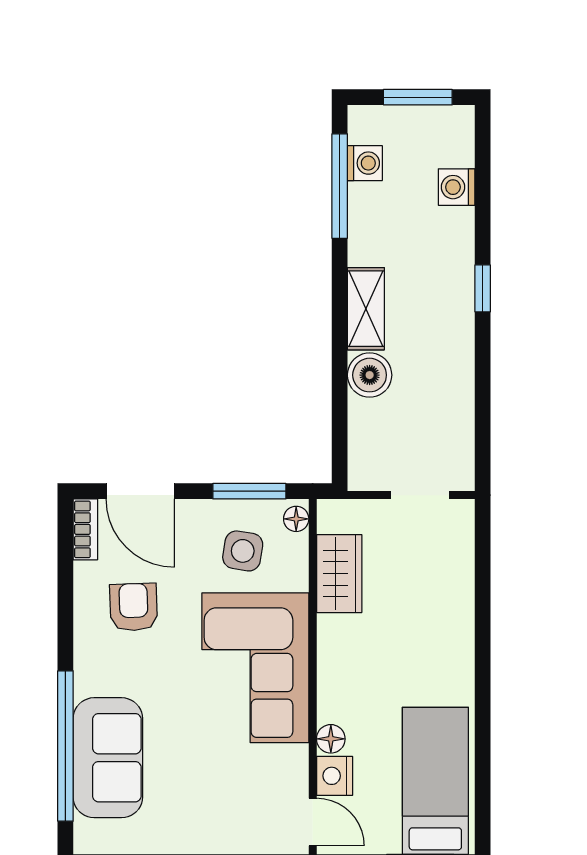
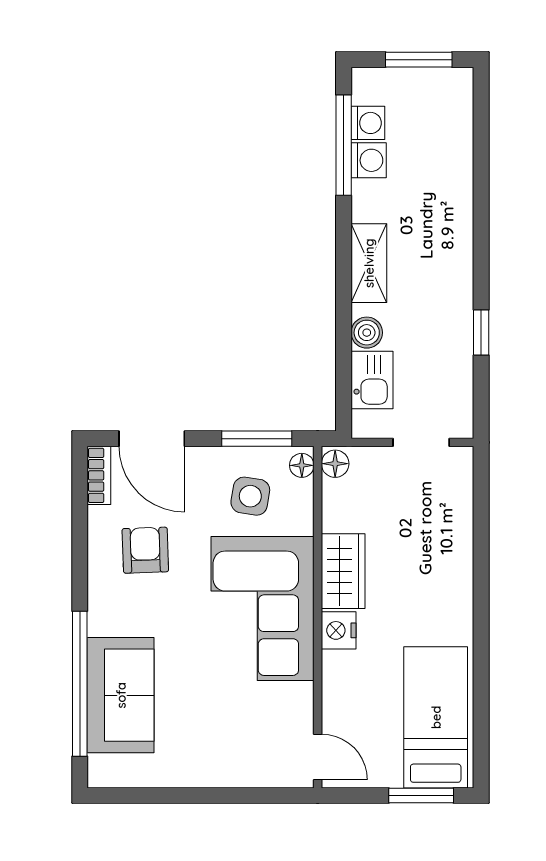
washing machine: (457, 187) -> (369, 160), moved, turned 180
window: (483, 288) -> (481, 333), moved
boiler: (370, 375) -> (367, 333), width x0.73, depth x0.73
kitchen sink: (369, 430) -> (372, 380), added
wardrobe: (339, 574) -> (343, 571), moved
floor lamp: (331, 739) -> (335, 464), moved
nightstand: (335, 776) -> (339, 630), moved

